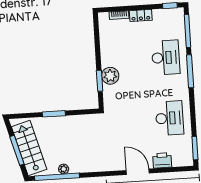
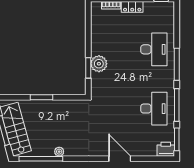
window: (188, 31) -> (177, 105), moved
printer: (162, 160) -> (166, 149), moved
plant: (64, 169) -> (59, 152), moved

